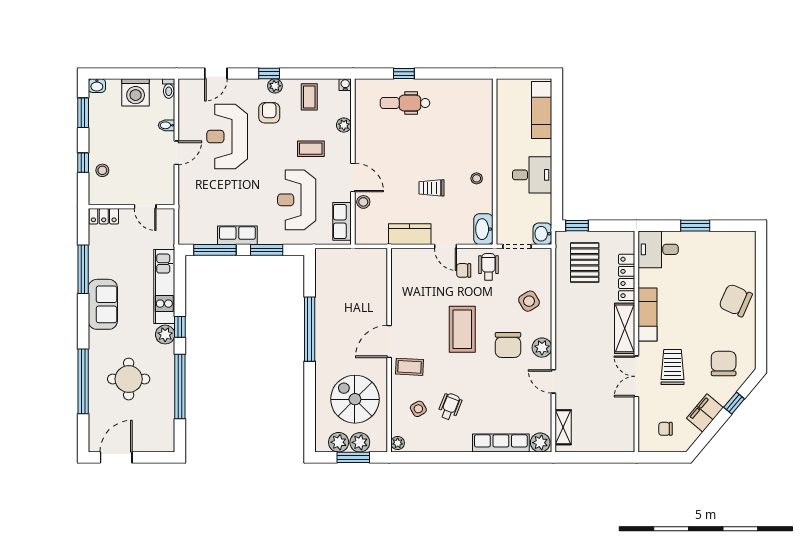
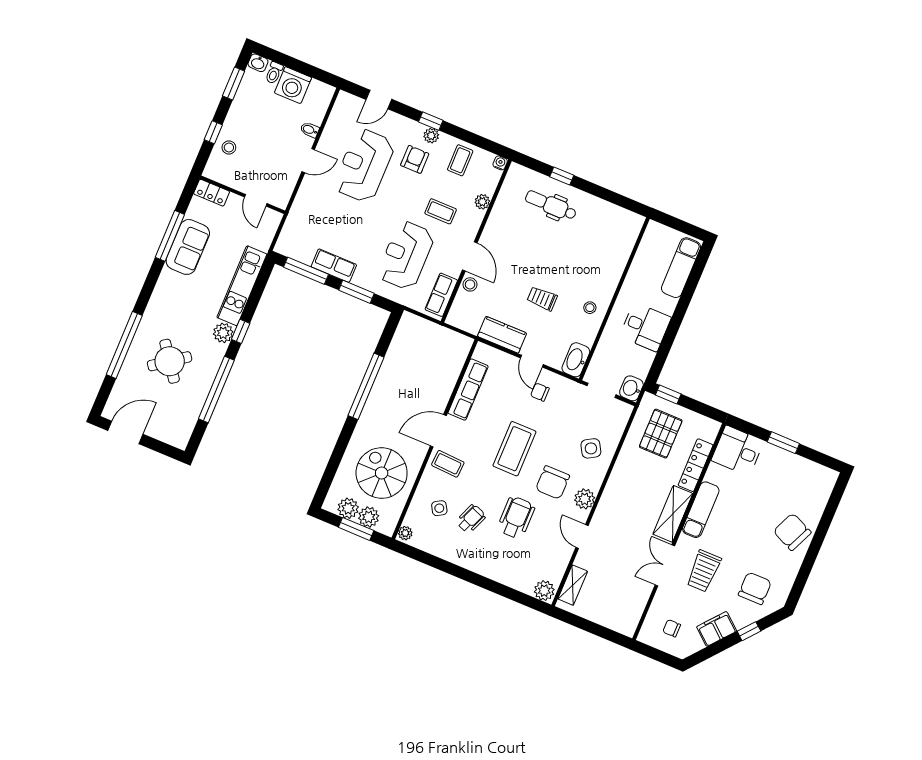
toilet: (169, 89) -> (274, 73), moved
wheelchair: (488, 267) -> (516, 518), moved, width x1.36, depth x1.37
sofa: (103, 304) -> (188, 247), moved
trolley: (672, 367) -> (704, 571), turned 180
round table: (129, 379) -> (170, 361), turned -36
row of seats: (501, 443) -> (468, 390), moved, turned 90

